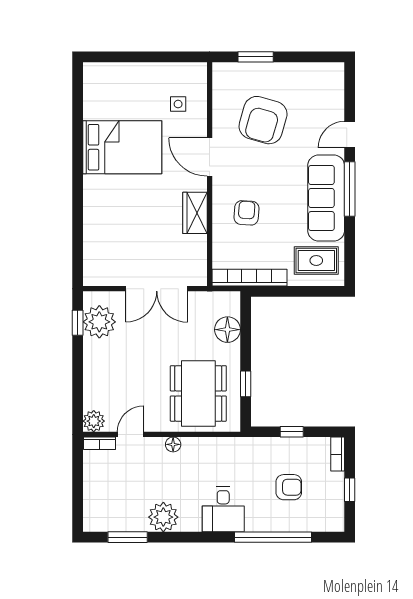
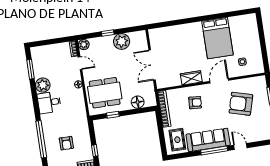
plant: (99, 322) -> (122, 41), moved
window: (78, 323) -> (108, 33), moved
window: (292, 432) -> (95, 151), moved
desk: (223, 509) -> (49, 102), moved

